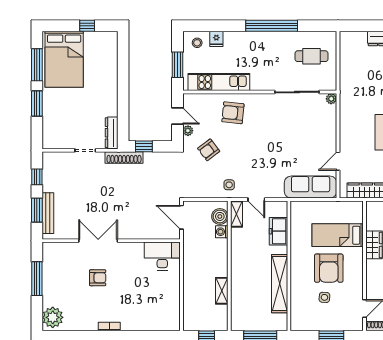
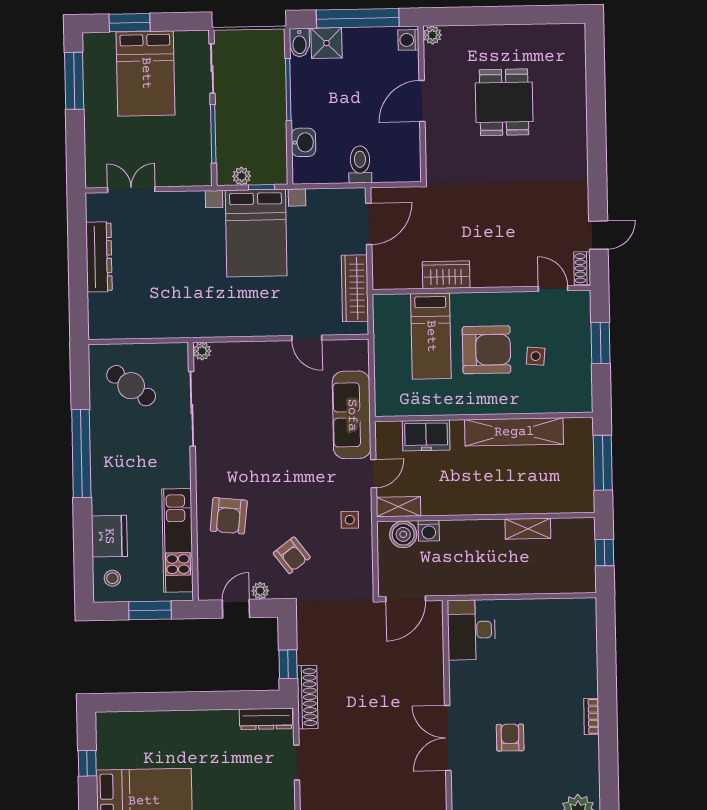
fridge: (216, 39) -> (109, 536), width x1.88, depth x1.34
cafe table: (311, 56) -> (131, 386), turned -53
sofa: (311, 187) -> (352, 415), moved

